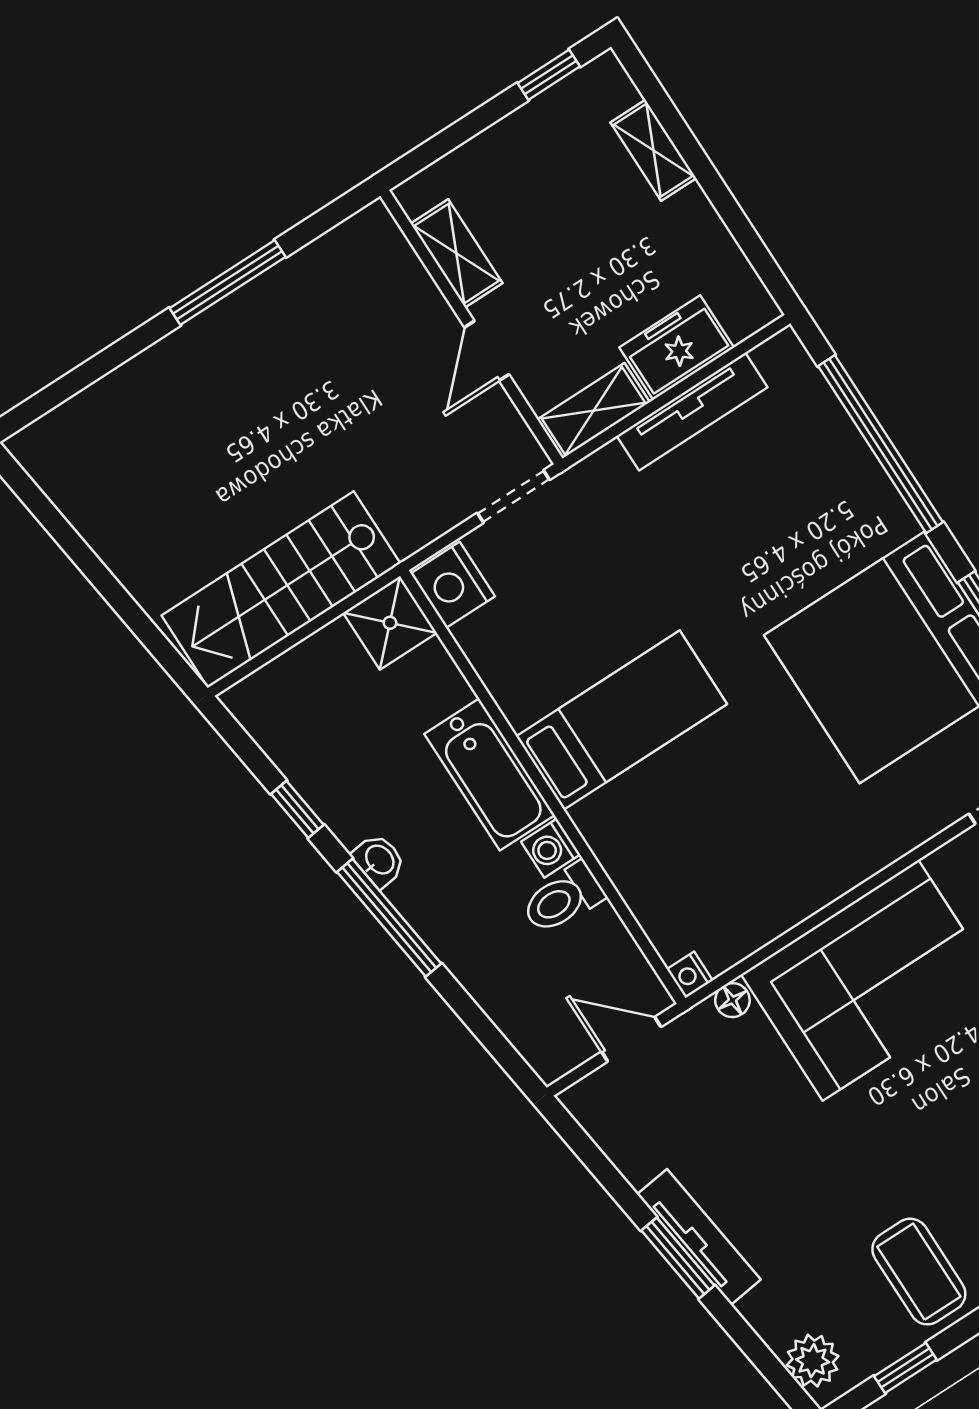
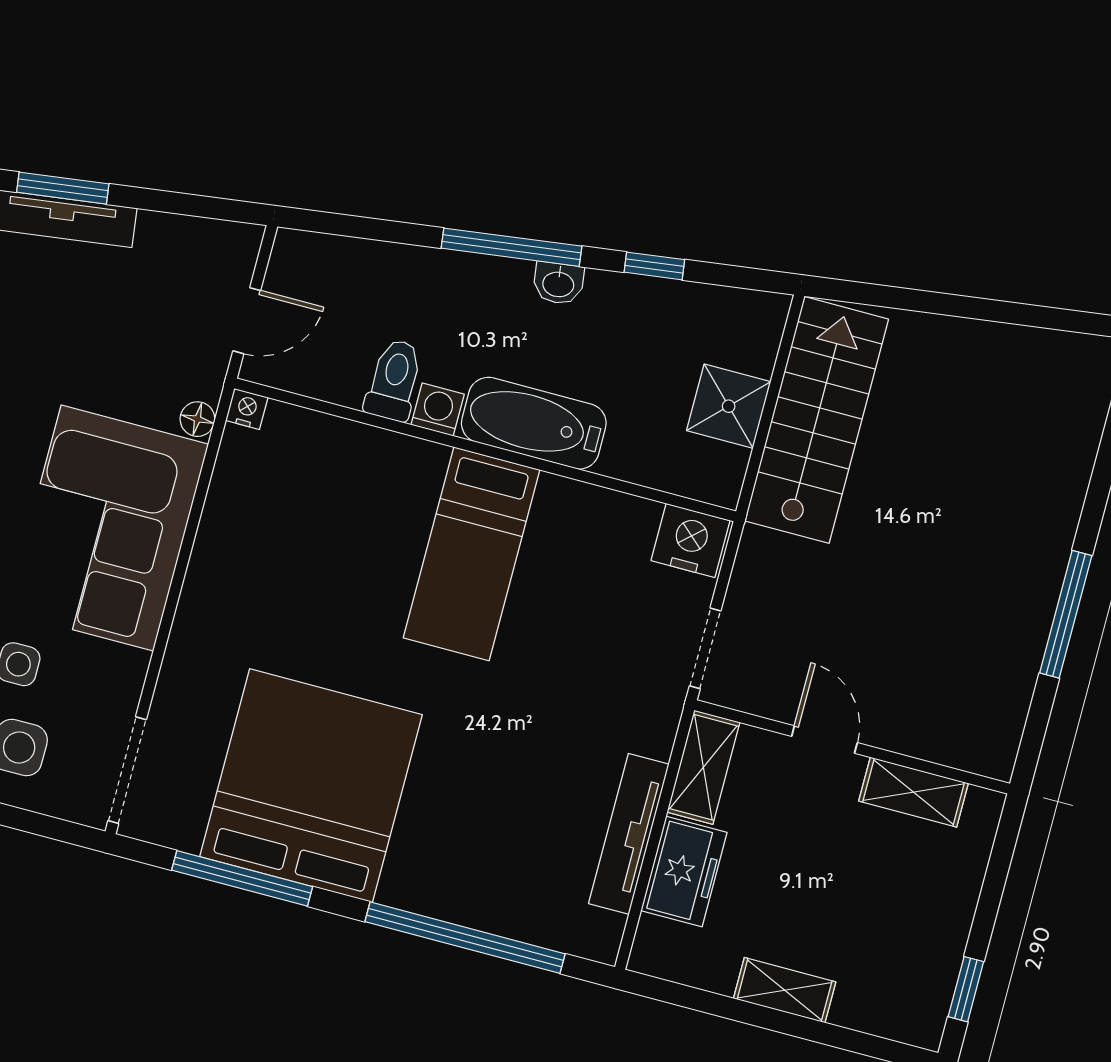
shelving: (653, 150) -> (785, 990), moved
shower: (390, 623) -> (729, 406), moved

